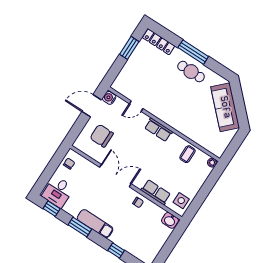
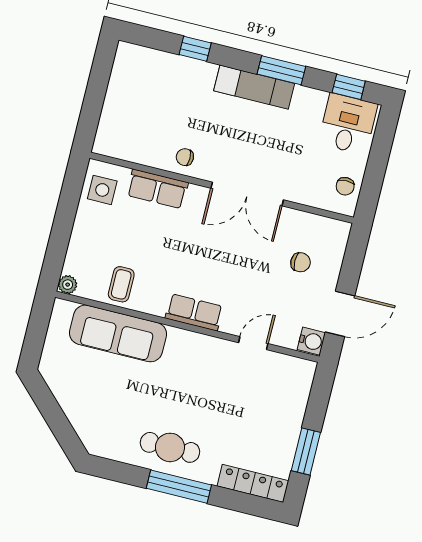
sofa: (225, 107) -> (118, 333), moved, turned 135
chair: (102, 136) -> (301, 262), width x0.54, depth x0.54
washbasin: (170, 220) -> (111, 144), removed

